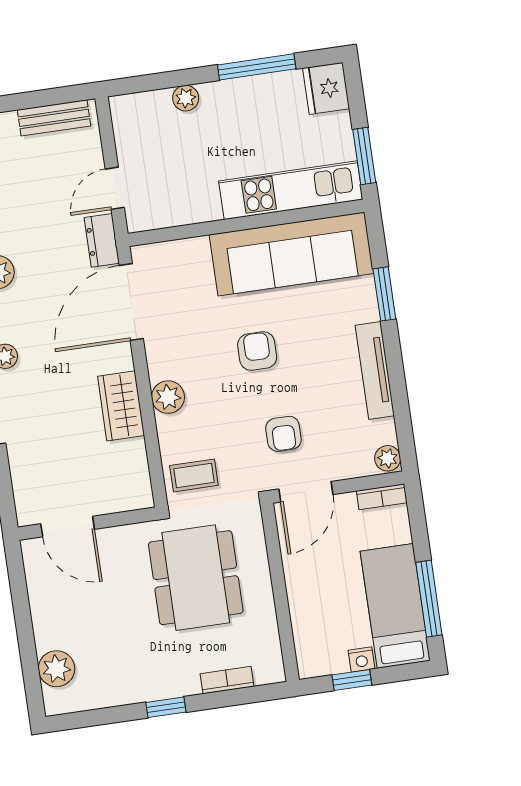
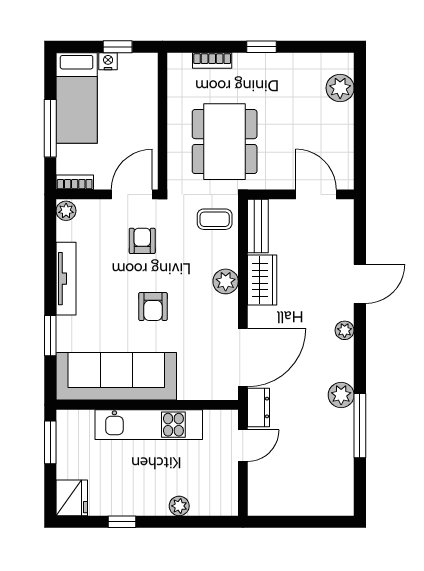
window: (257, 67) -> (122, 522), width x0.46
bench: (54, 118) -> (258, 226), moved, turned 90
kitchen unit: (291, 190) -> (149, 425), moved
window: (429, 599) -> (50, 128), moved

